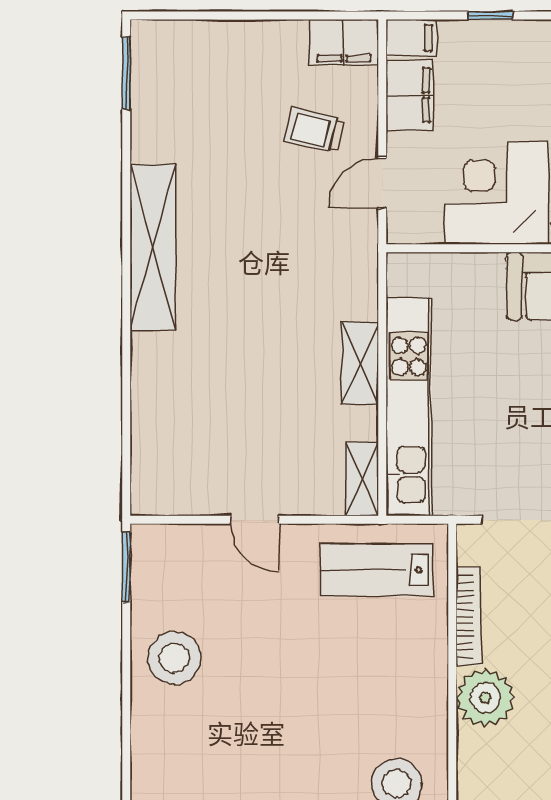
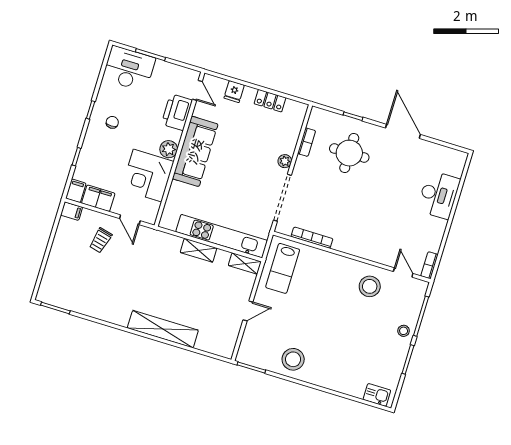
filing cabinet: (344, 42) -> (71, 211), width x0.50
shelving: (153, 247) -> (163, 329), moved
plant: (485, 698) -> (346, 241), removed

